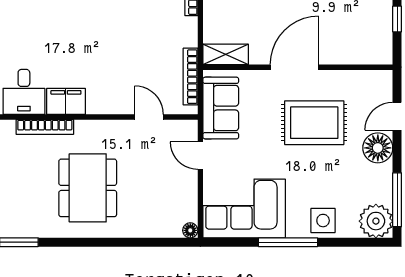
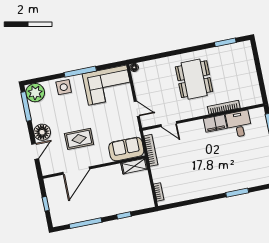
door: (294, 67) -> (76, 171), moved
sofa: (221, 108) -> (126, 149), moved, turned 90
rug: (314, 123) -> (79, 139), width x0.73, depth x0.70

